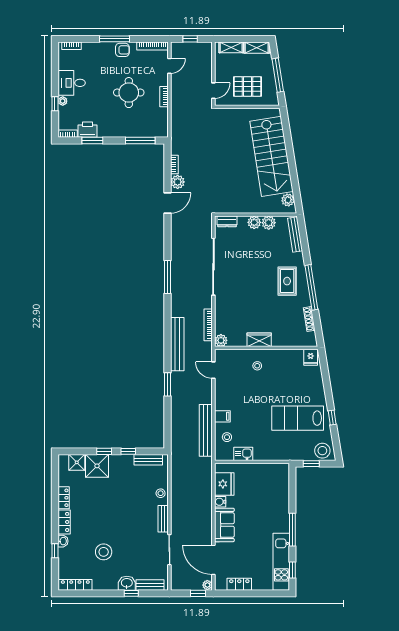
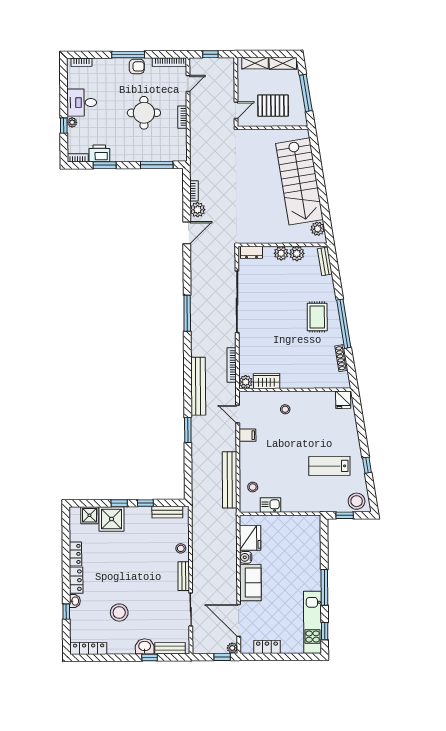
bench: (295, 235) -> (325, 261), width x0.73
wardrobe: (259, 340) -> (267, 381), moved
filing cabinet: (222, 416) -> (247, 435), moved
lab bench: (298, 418) -> (329, 466), width x0.73, depth x0.72

